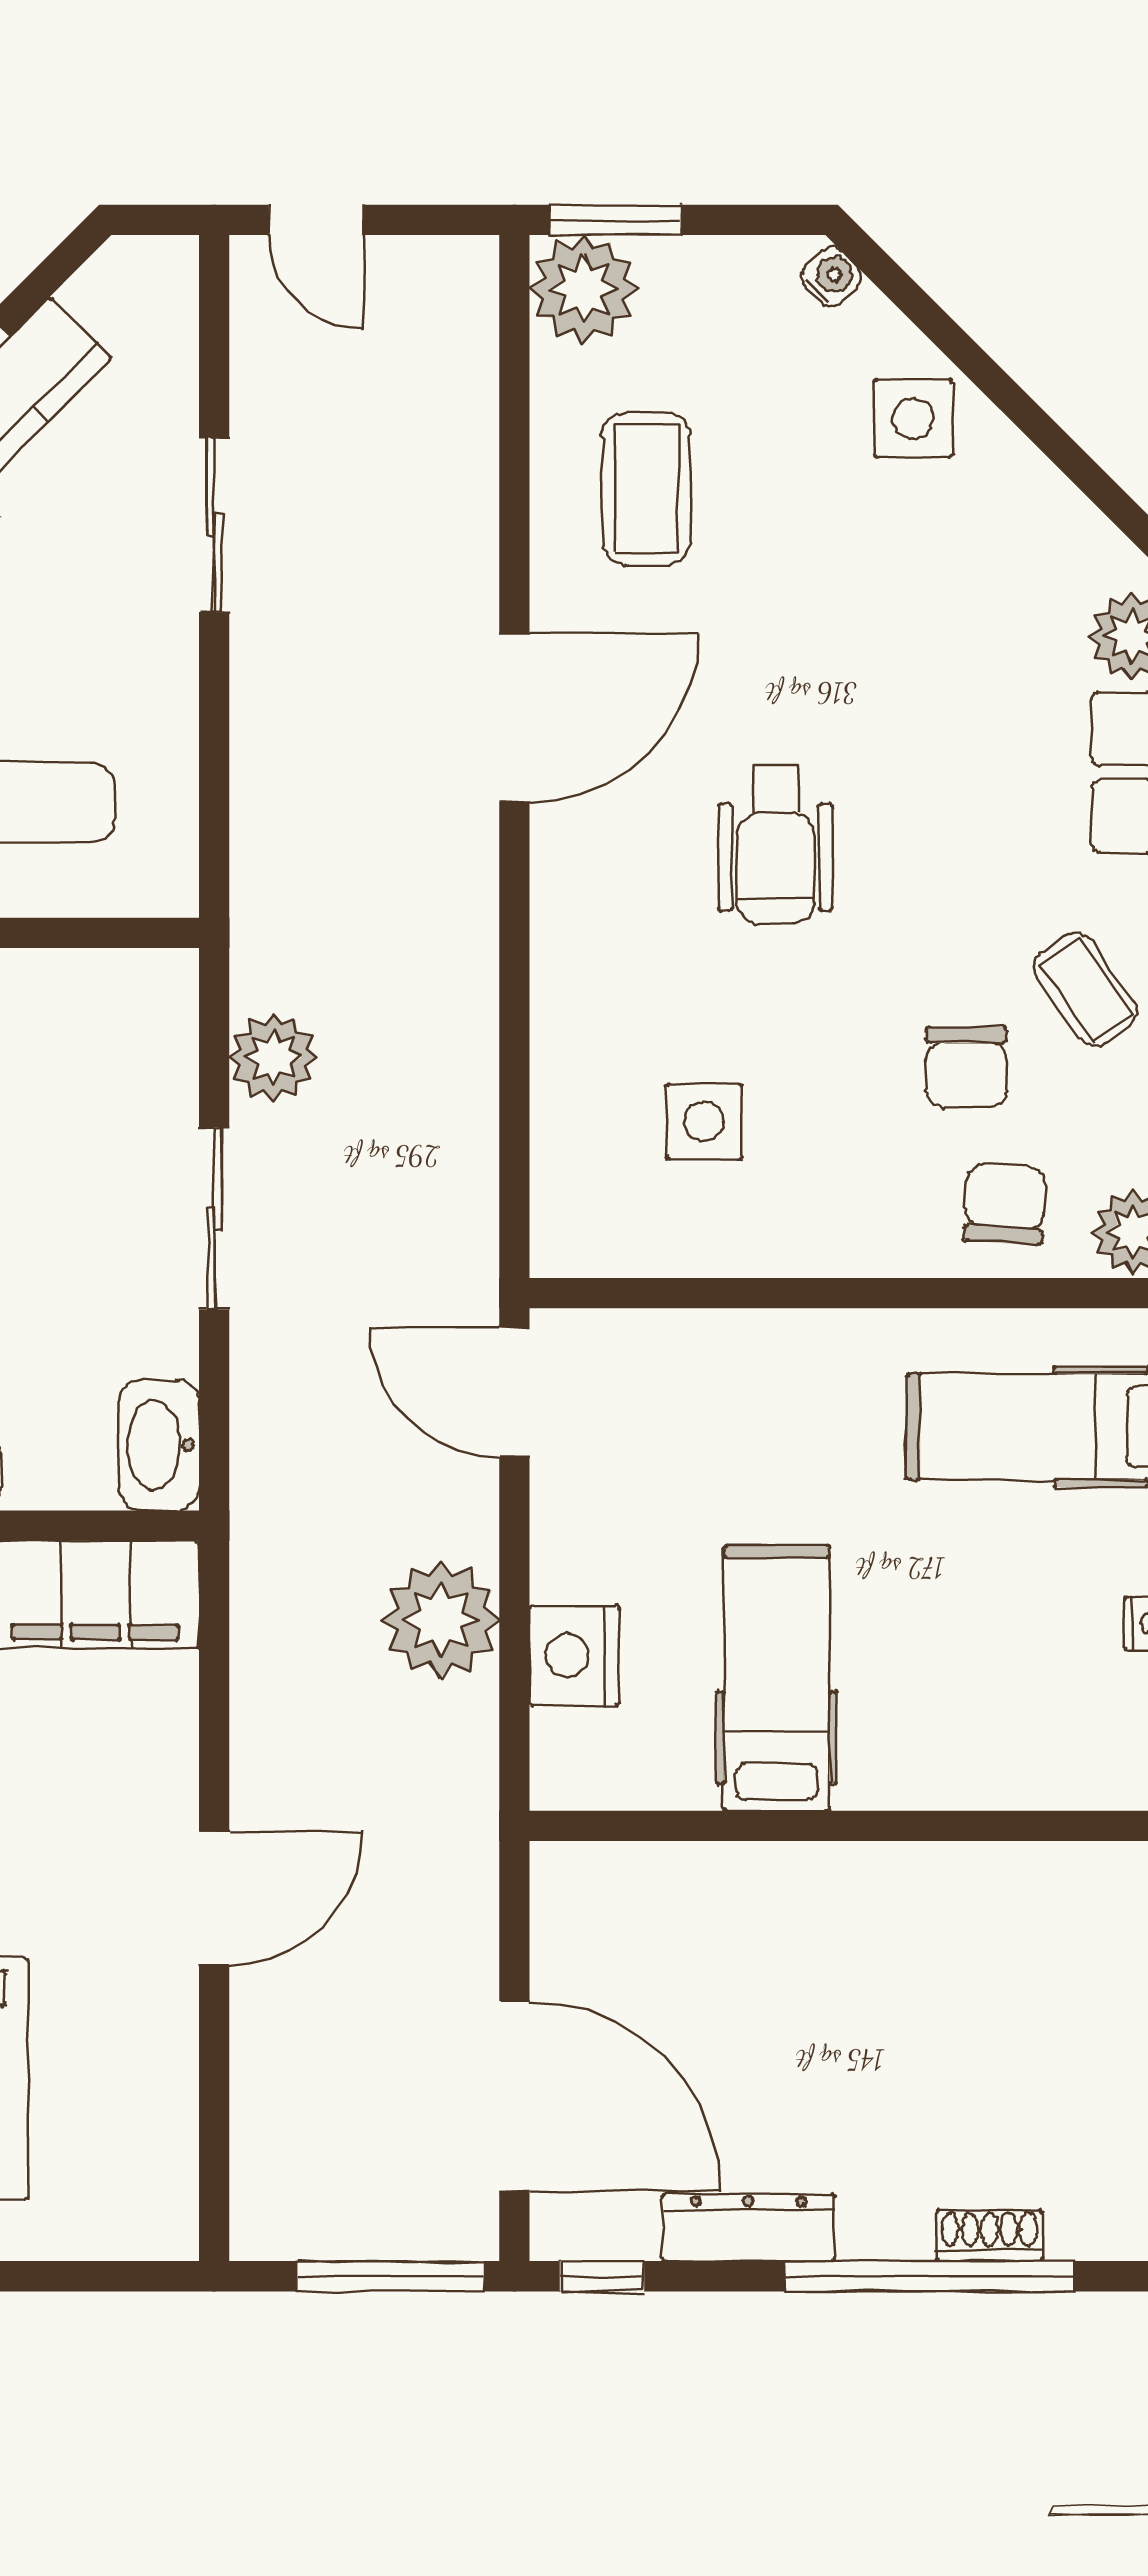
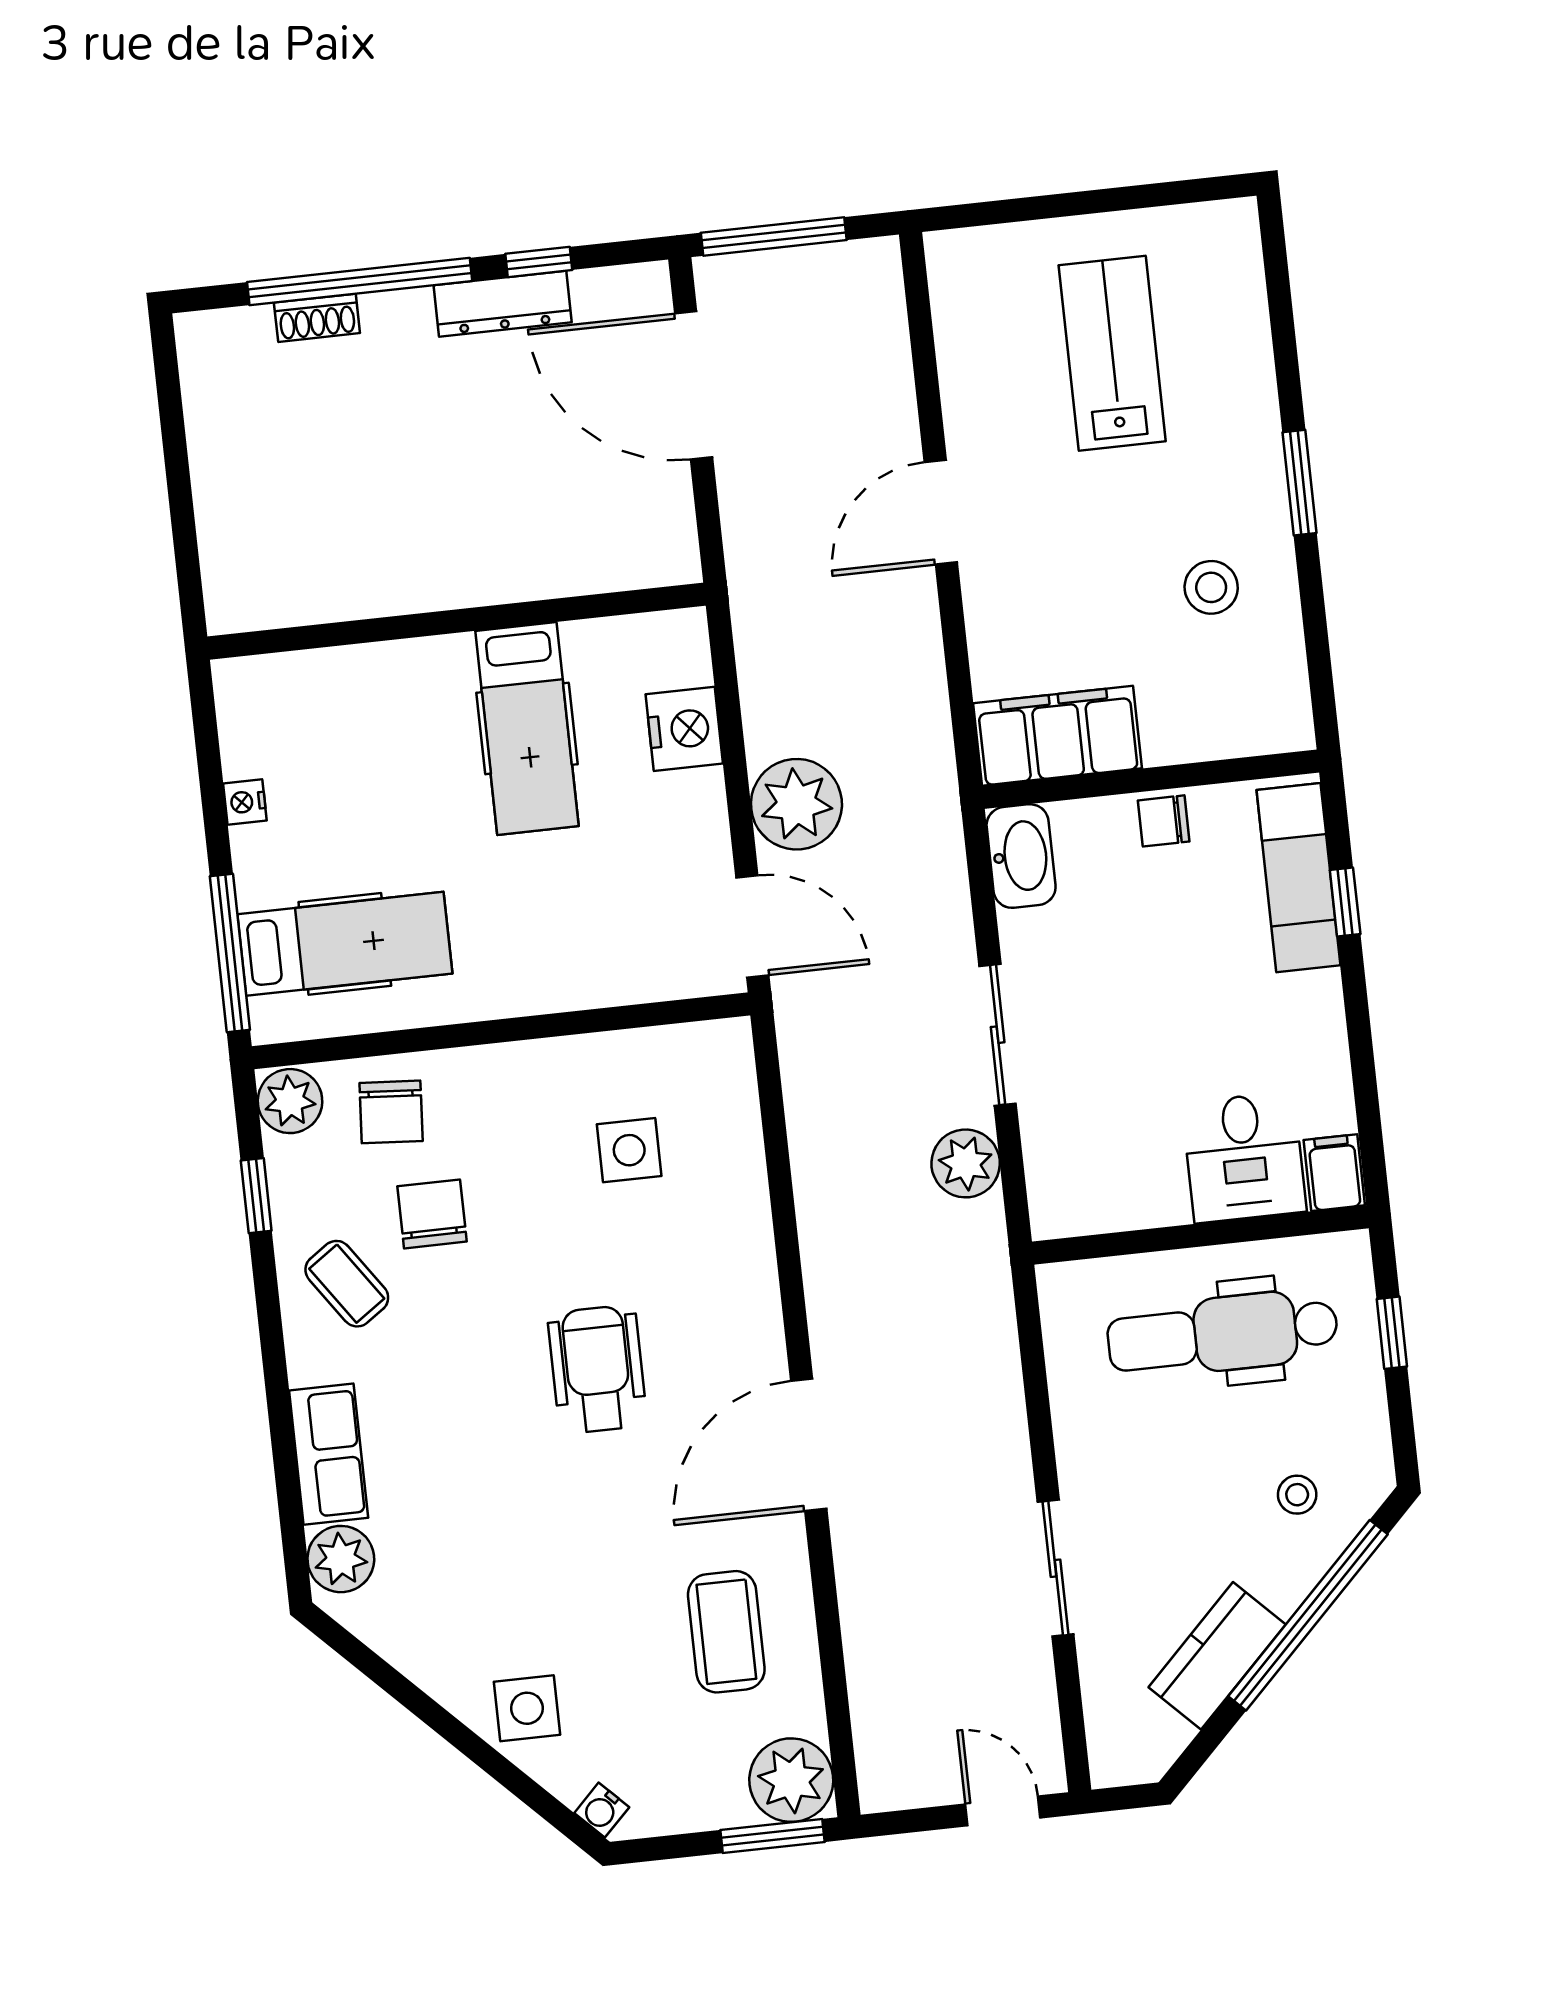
plant: (441, 1620) -> (796, 804), moved
window: (602, 2276) -> (539, 262), moved

